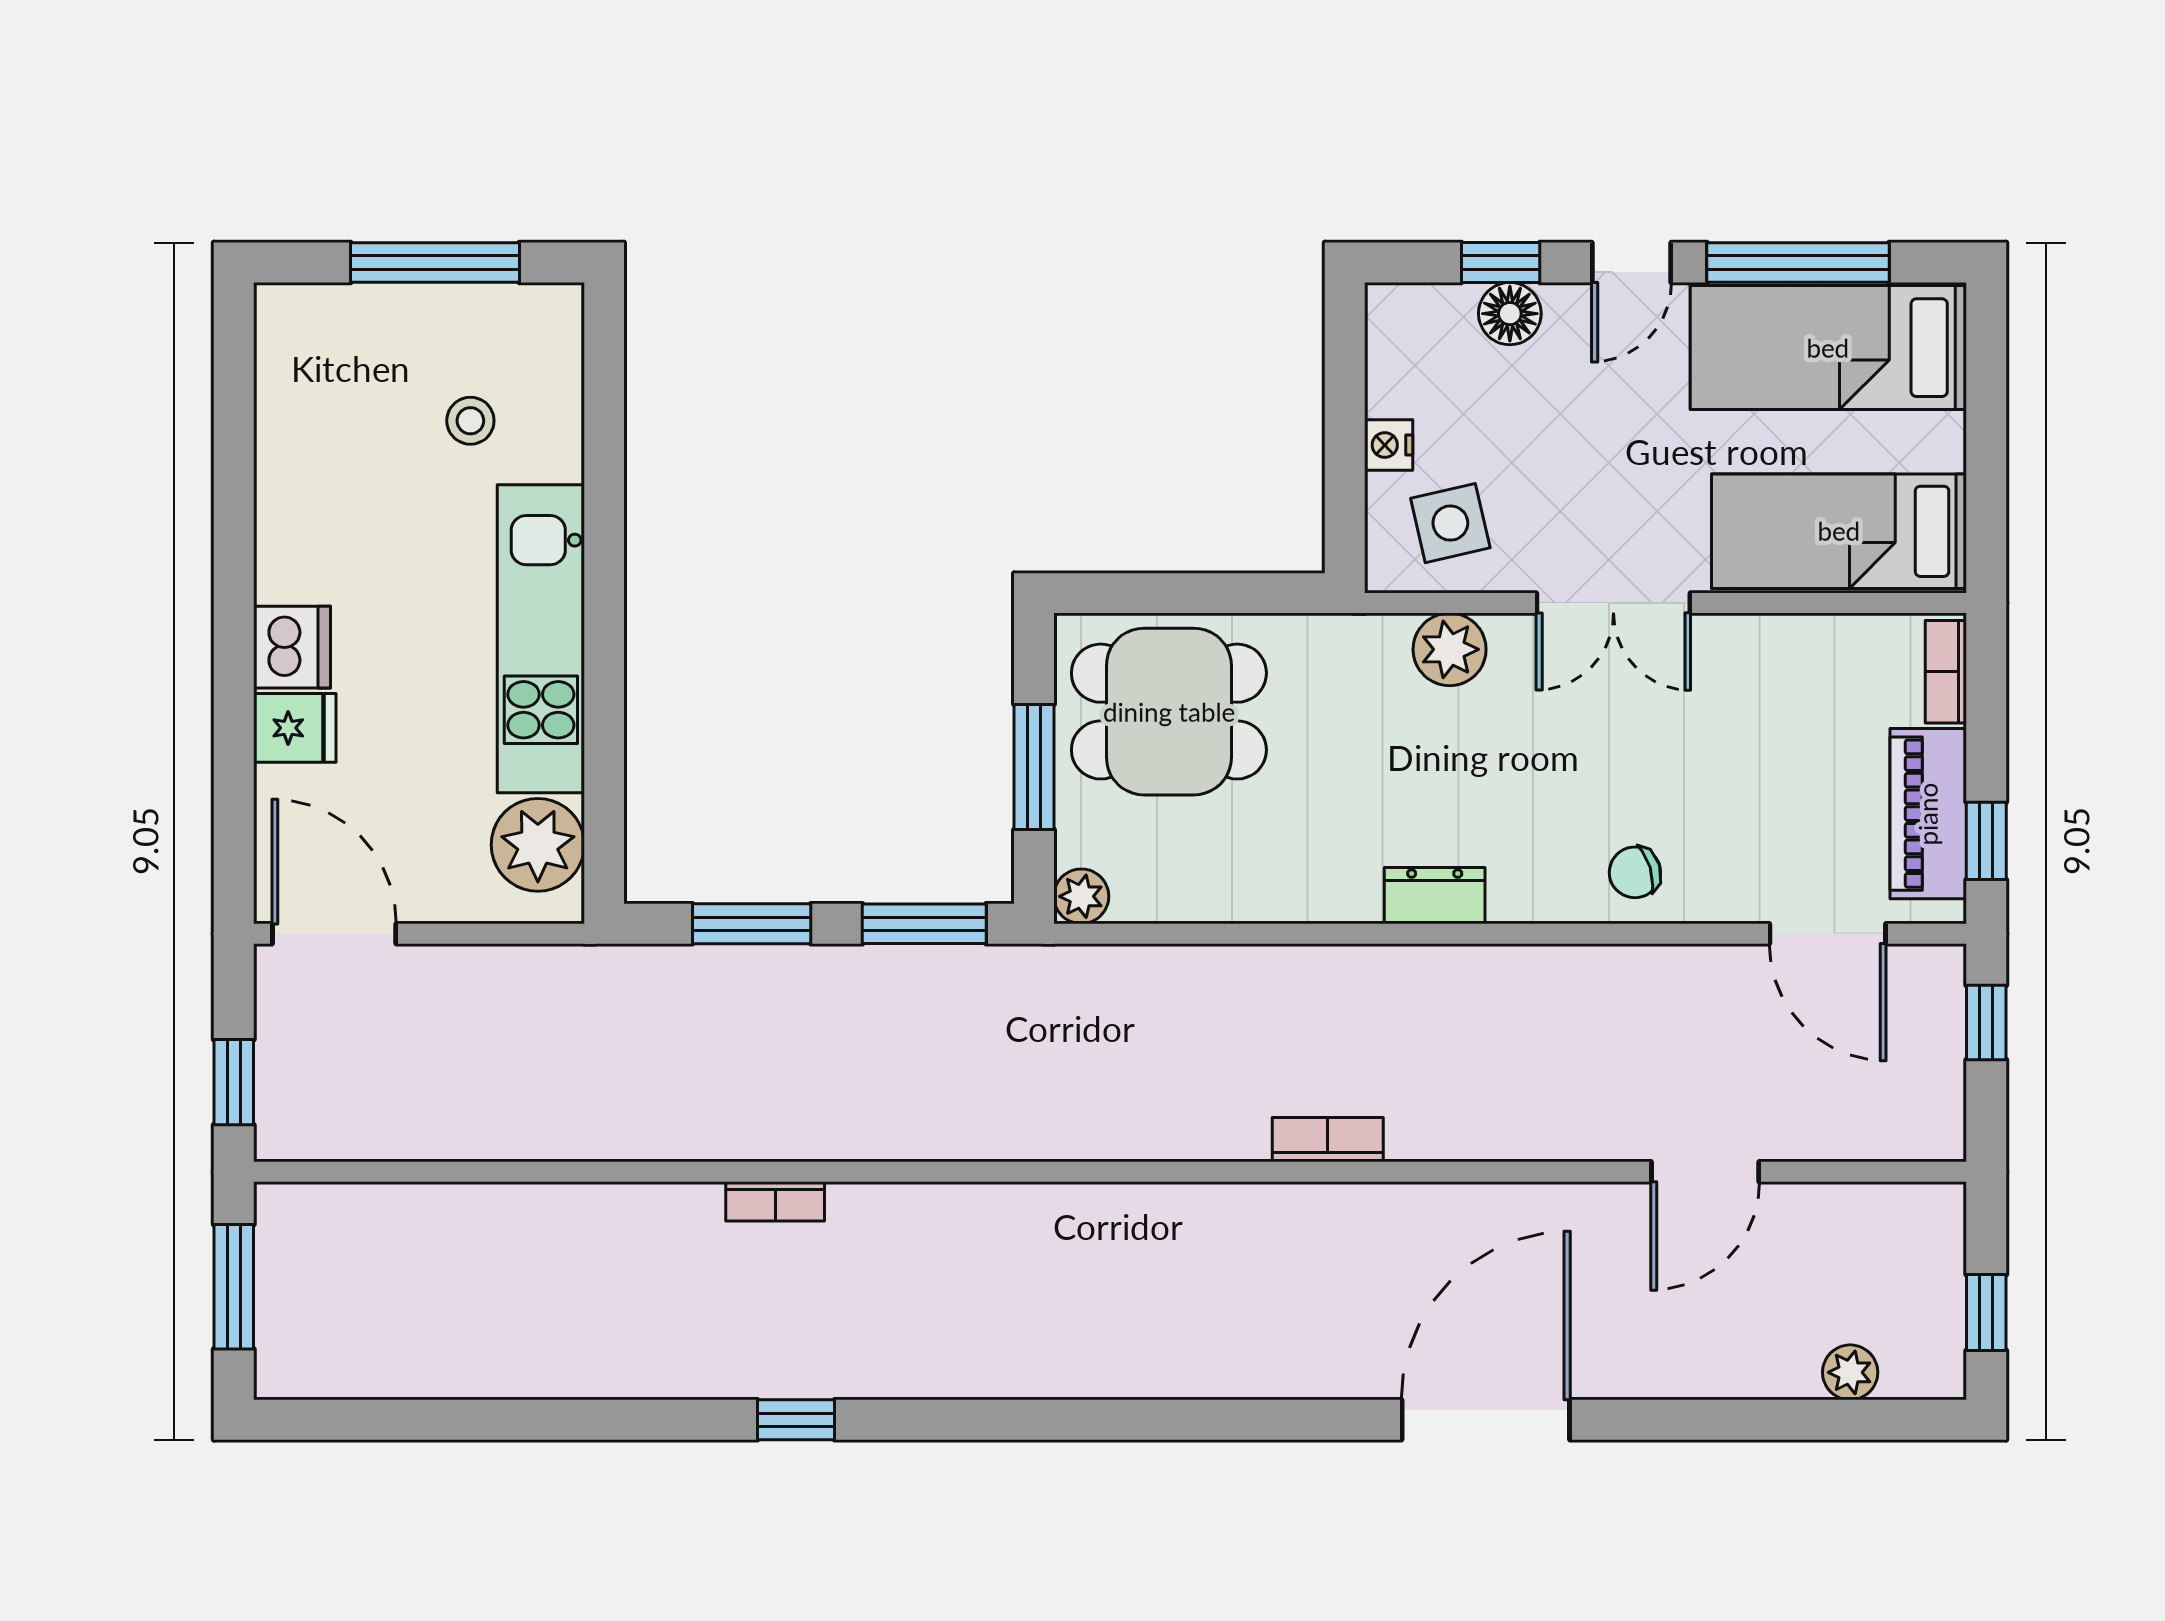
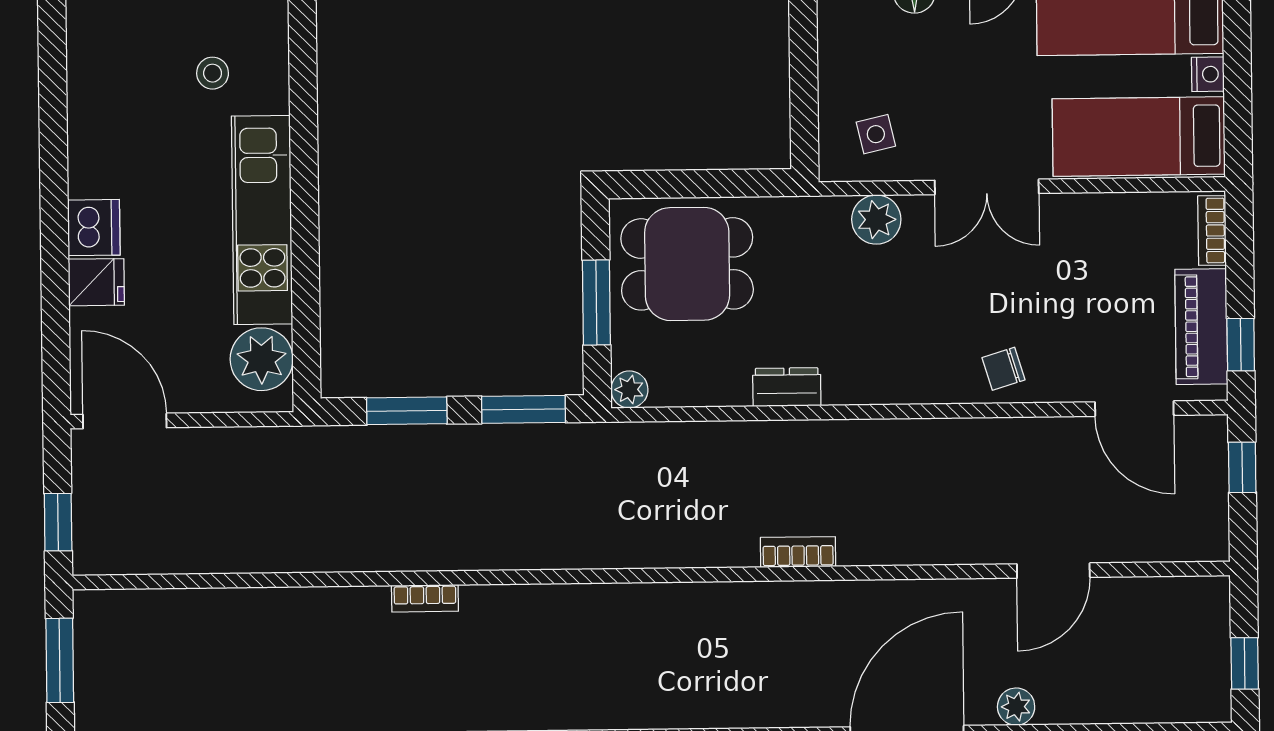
nightstand: (1389, 445) -> (1208, 74), moved, turned 180
side table: (1450, 523) -> (876, 134), width x0.73, depth x0.73
dresser: (1435, 896) -> (787, 387), moved
plant: (1850, 1372) -> (1016, 707), moved

